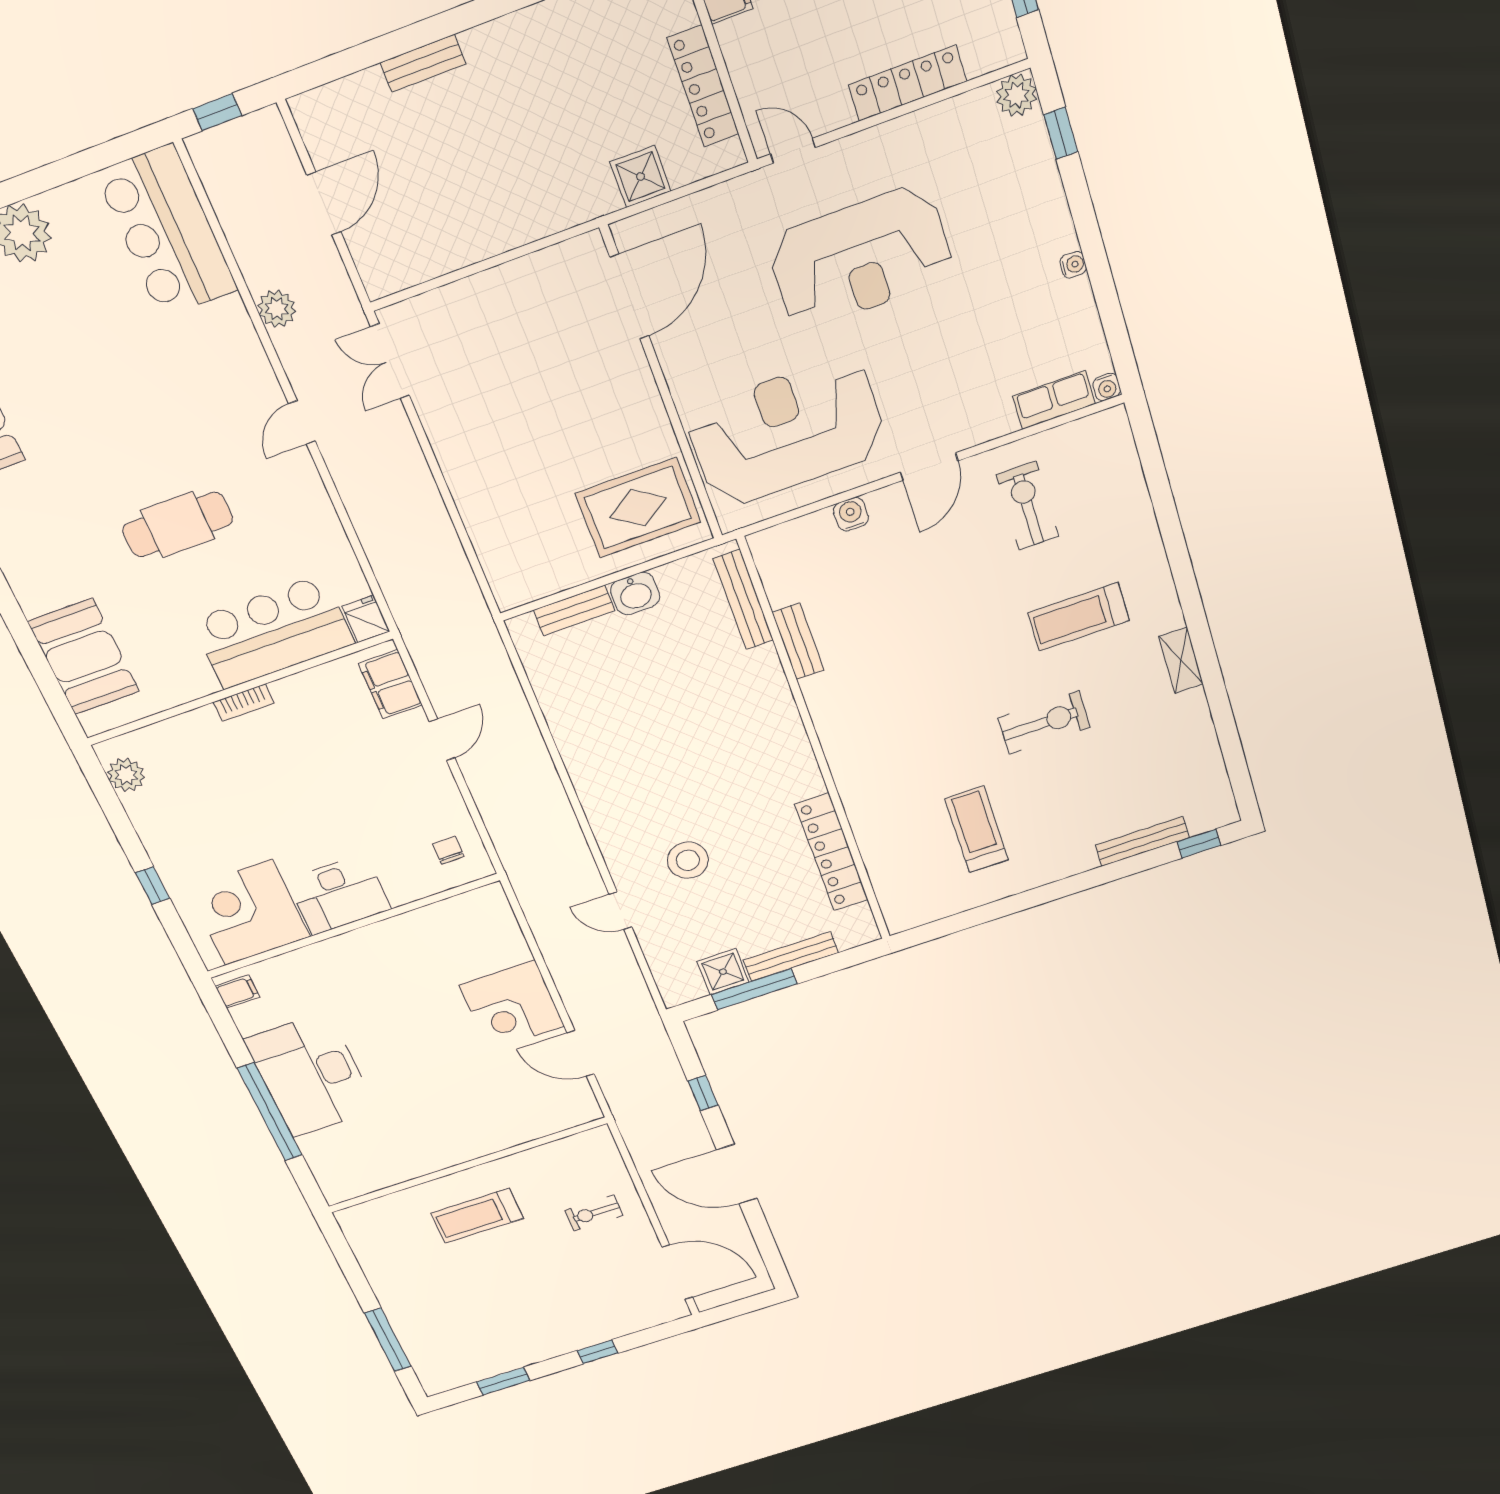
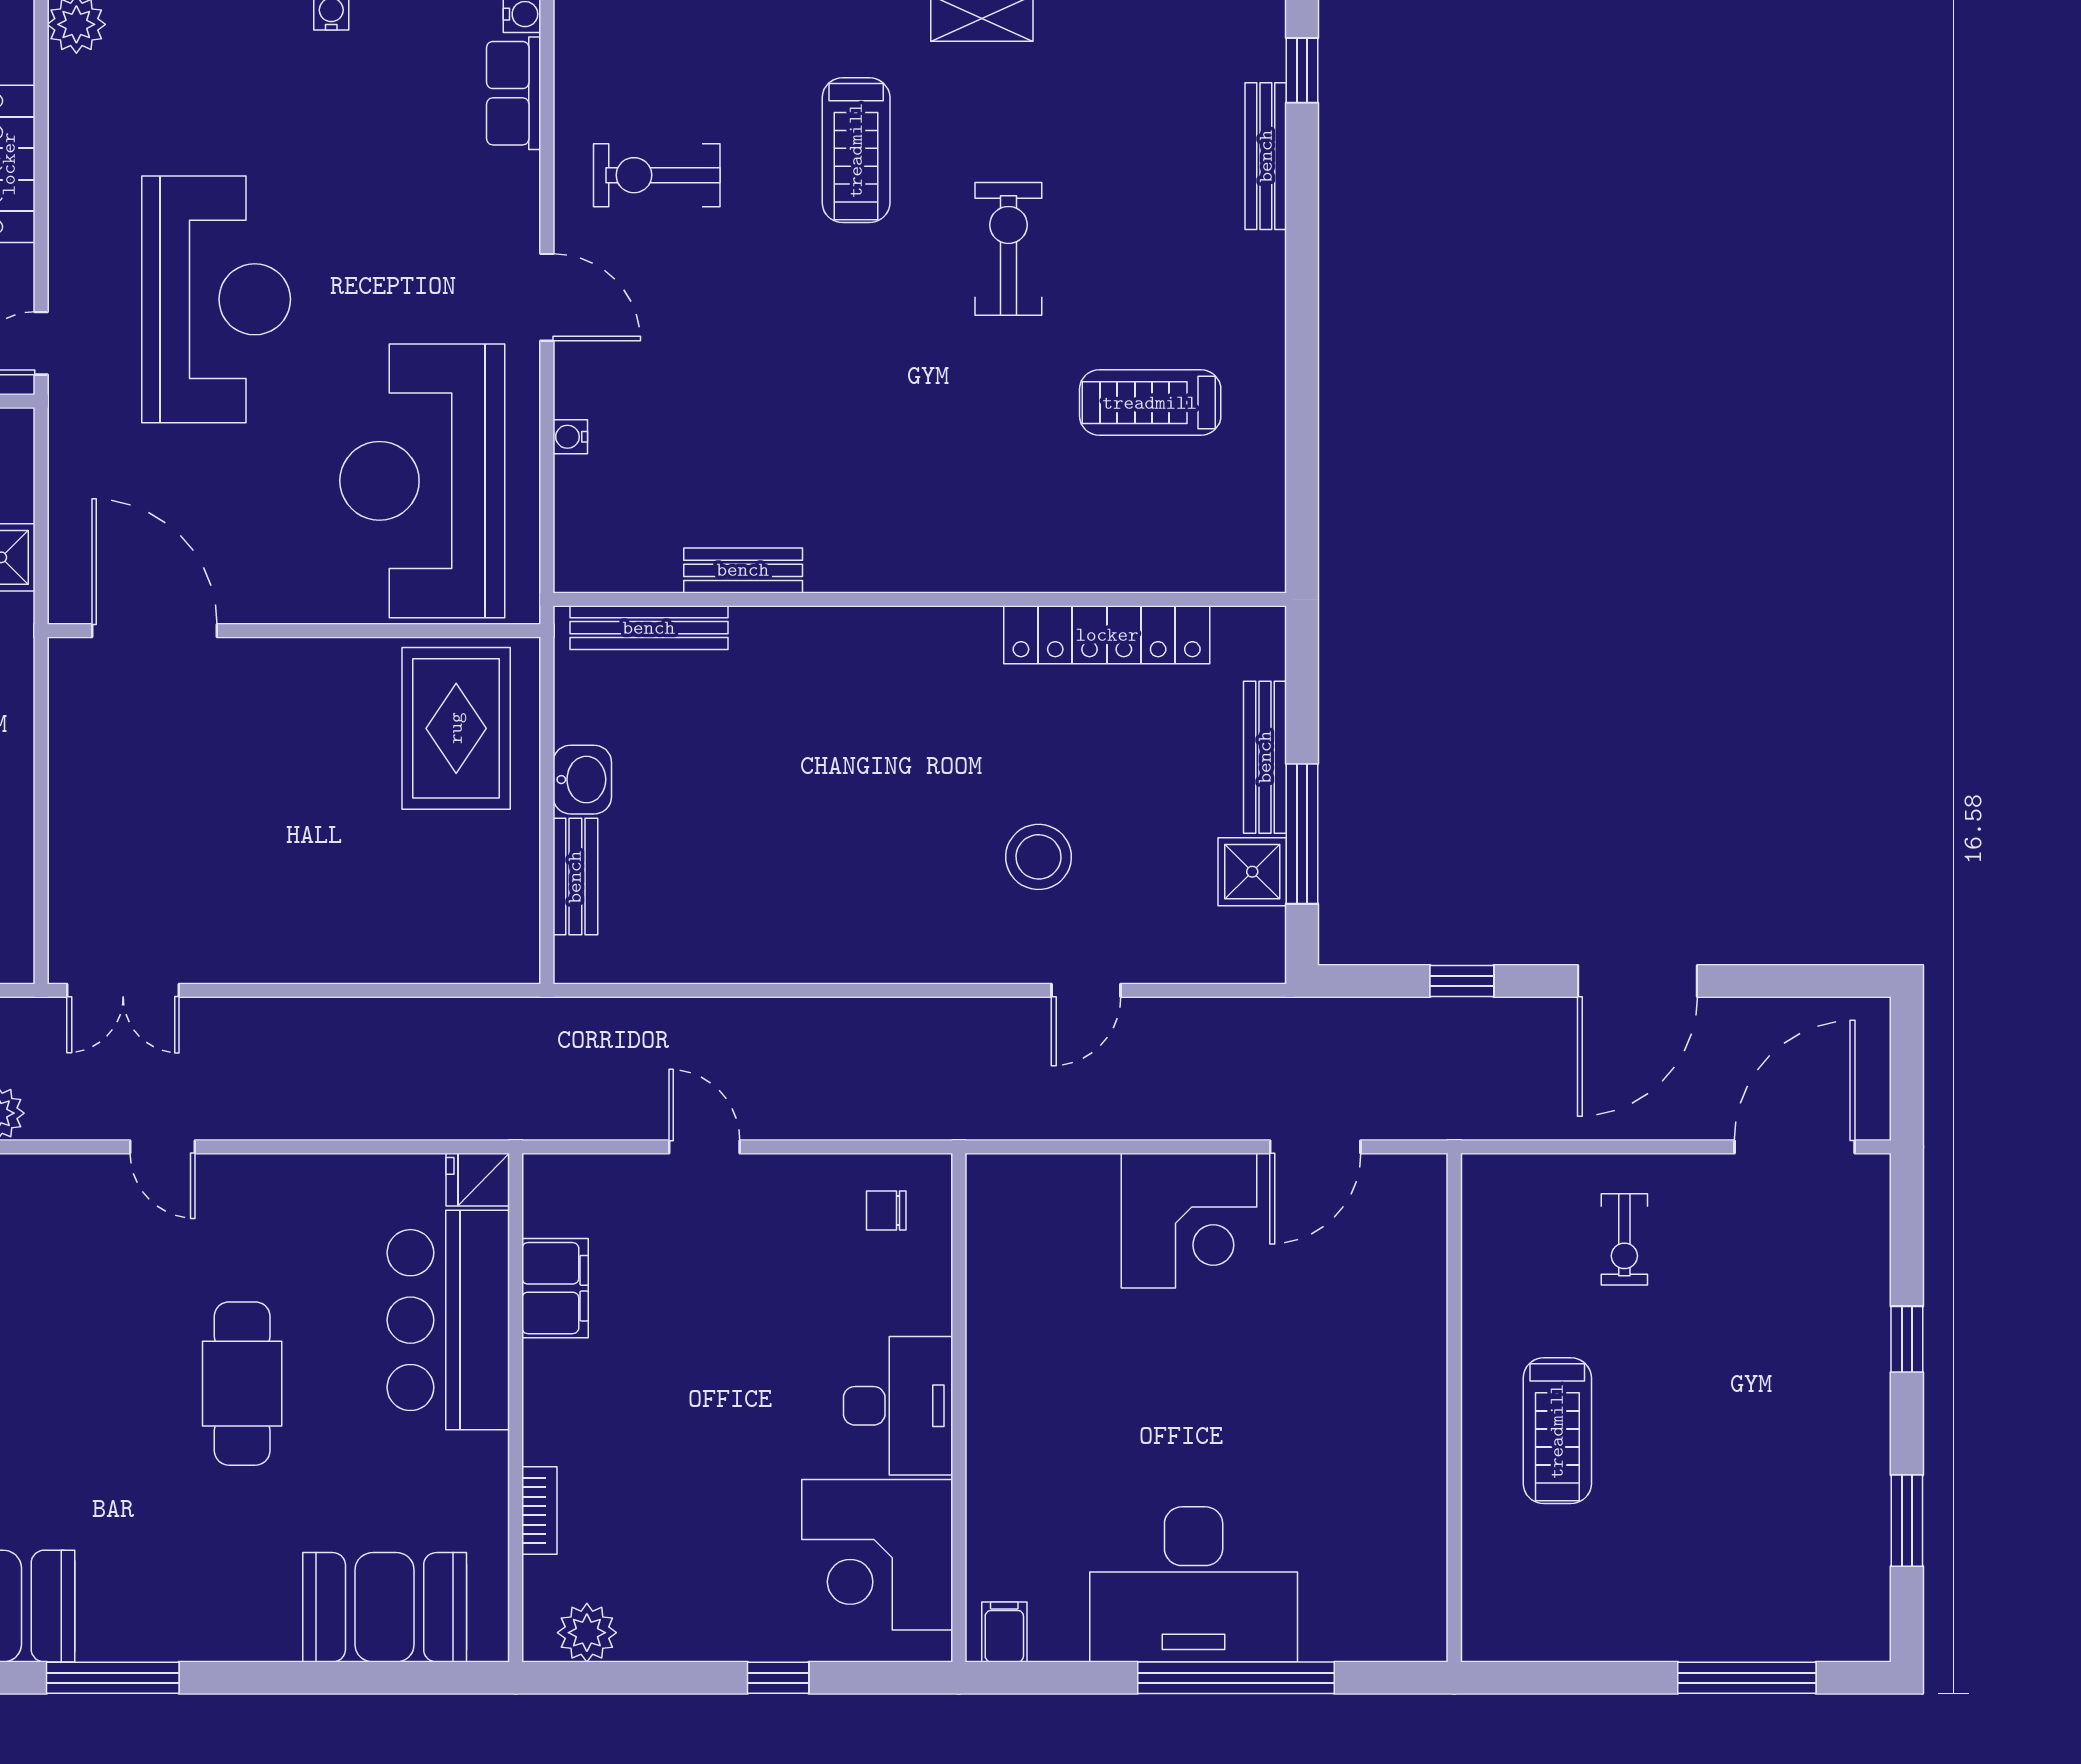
water cooler: (851, 514) -> (570, 437), width x0.72, depth x0.72
filing cabinet: (390, 684) -> (555, 1288), moved, turned -90
bookcase: (244, 703) -> (539, 1511), moved

